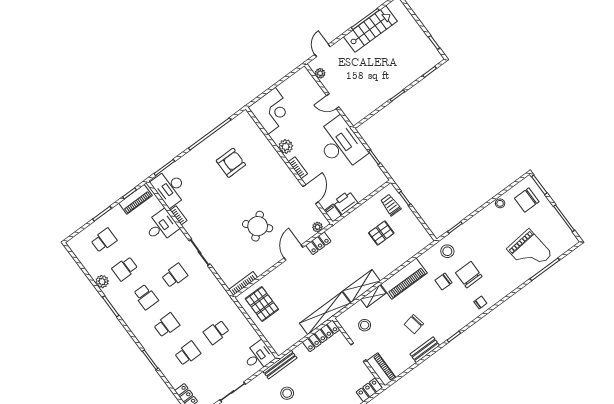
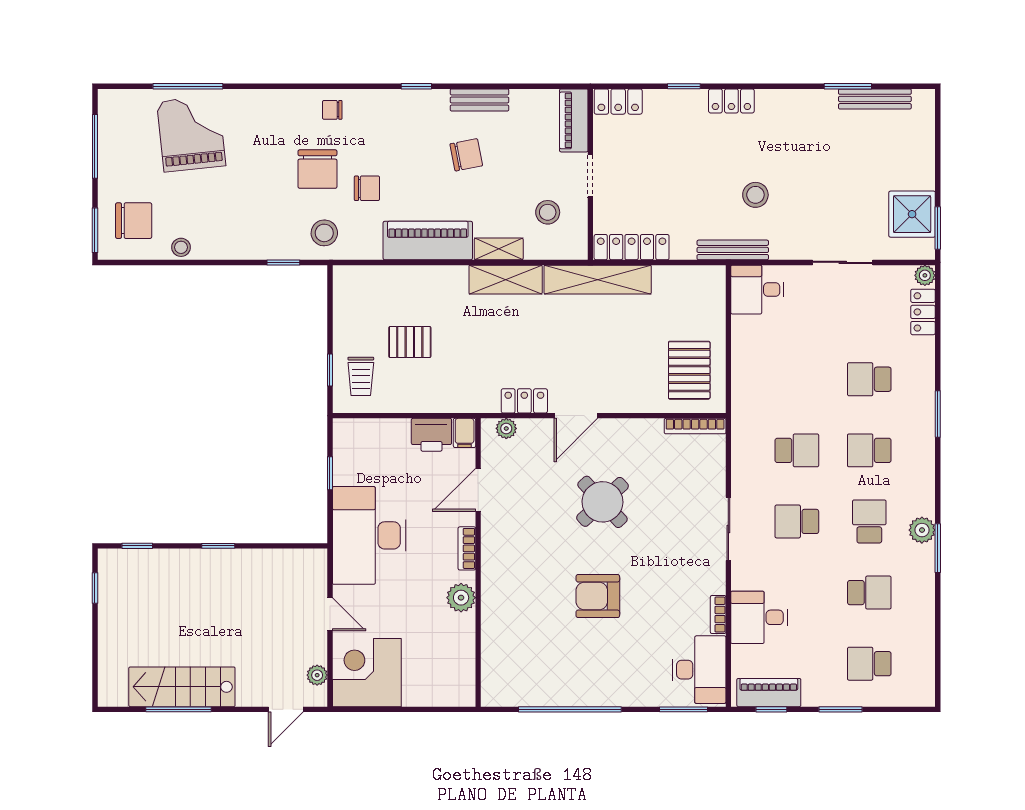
corner desk: (271, 111) -> (367, 673), moved
armchair: (231, 163) -> (598, 596), moved
plant: (102, 282) -> (922, 530), moved
school desk: (216, 332) -> (797, 450), moved

